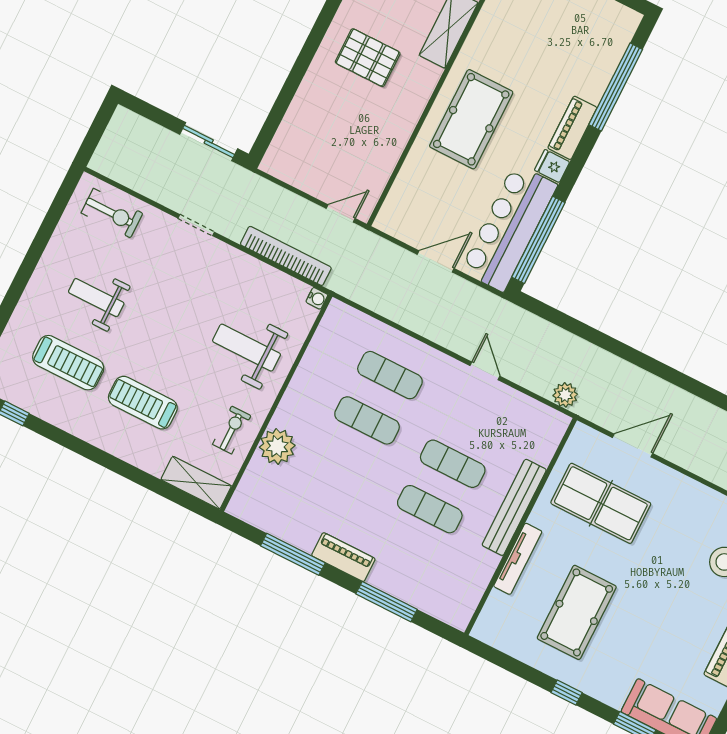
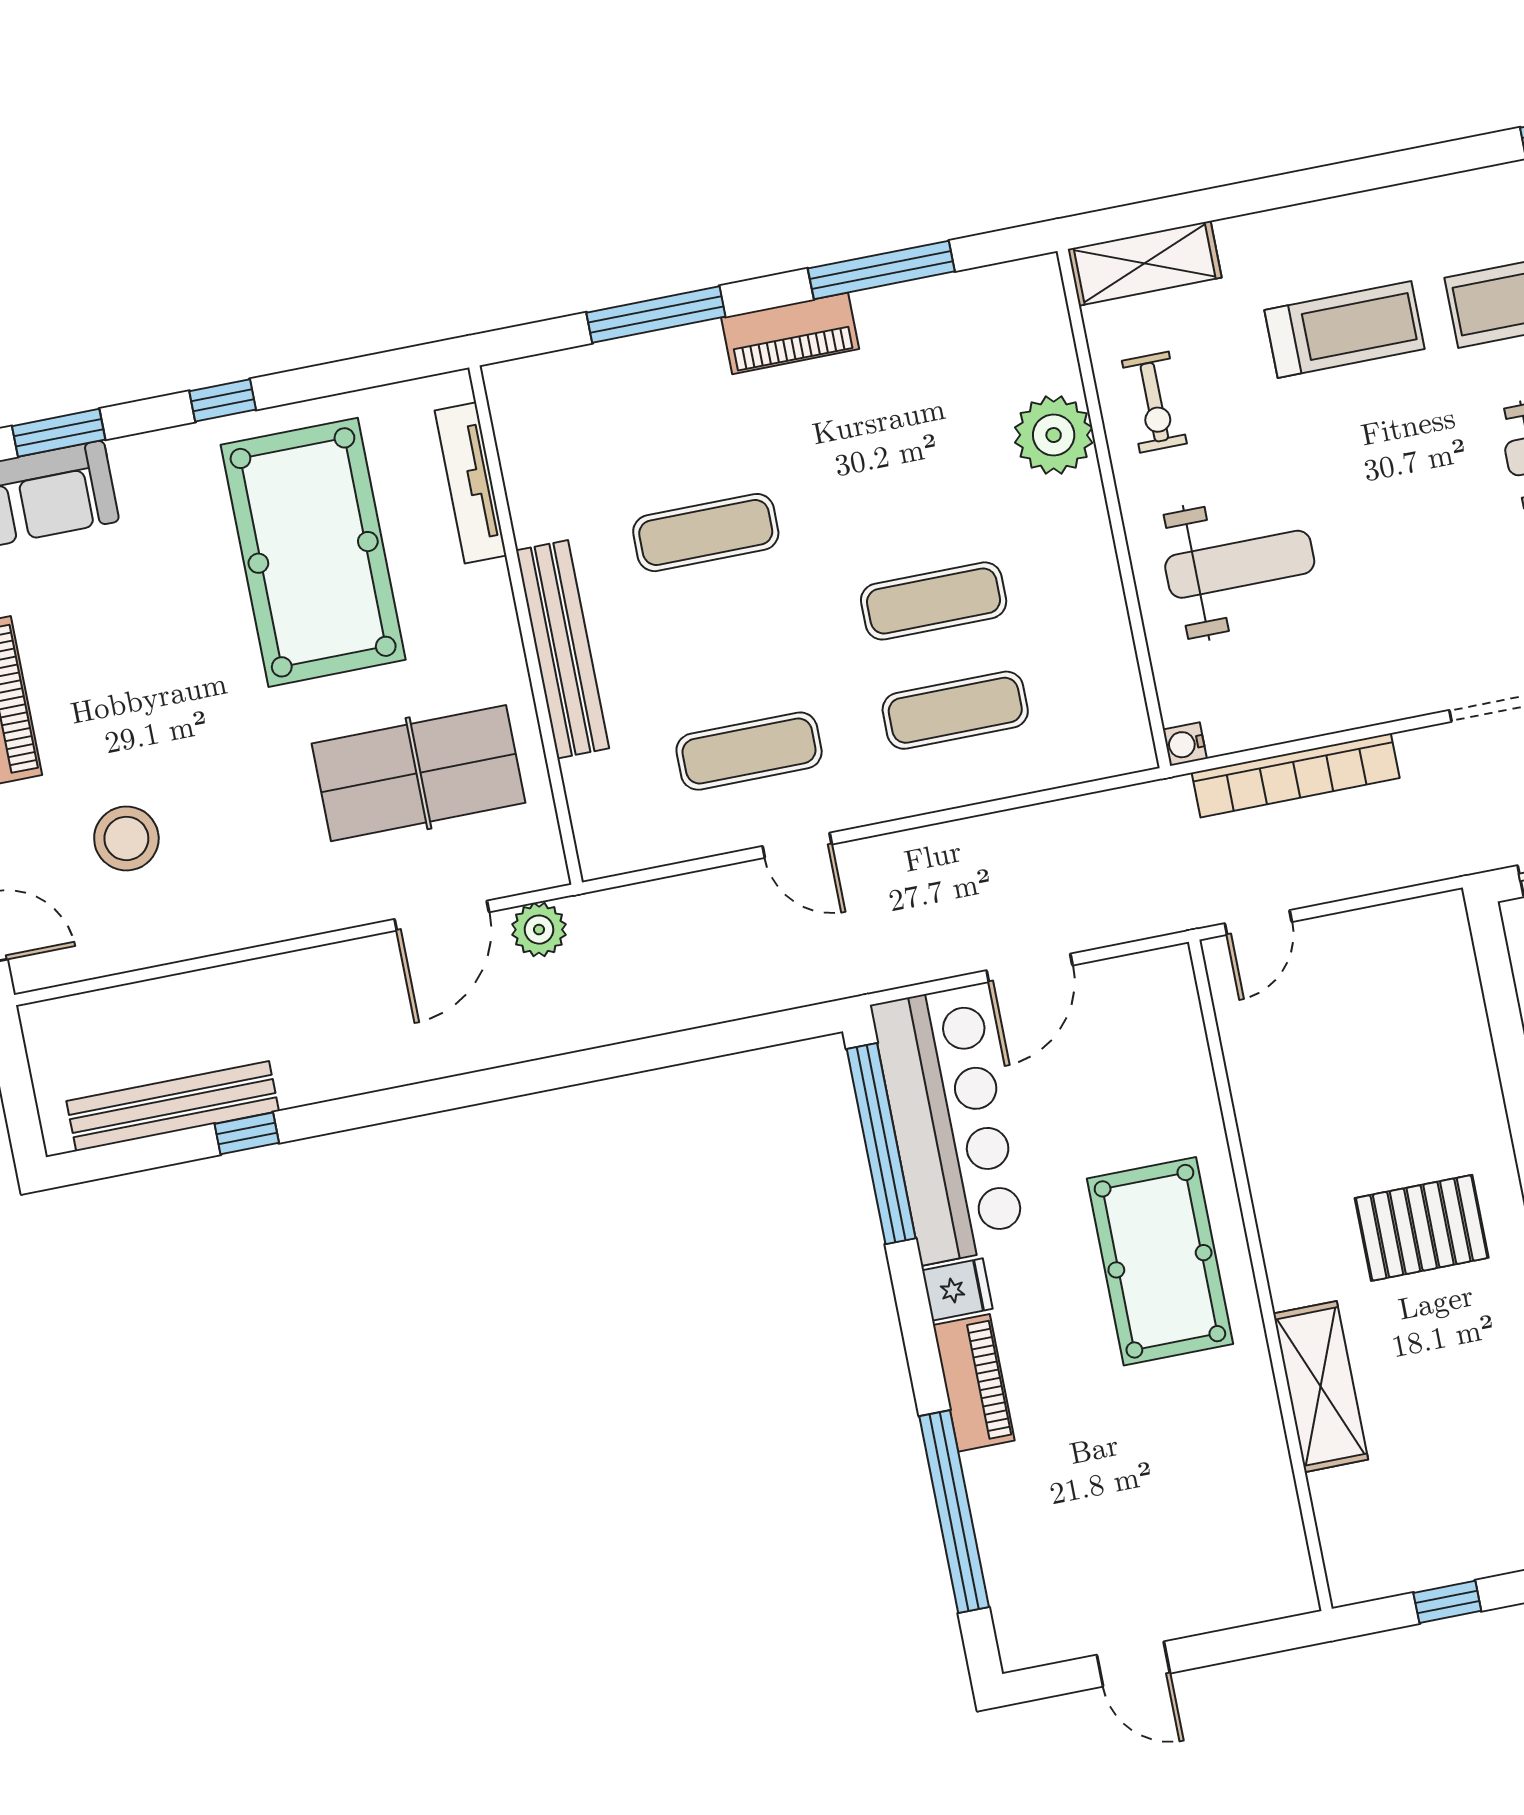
plant: (565, 395) -> (539, 930), moved
exercise mat: (453, 464) -> (749, 751), moved
tv unit: (518, 559) -> (471, 483), moved
pool table: (577, 612) -> (313, 552), width x1.36, depth x1.32

